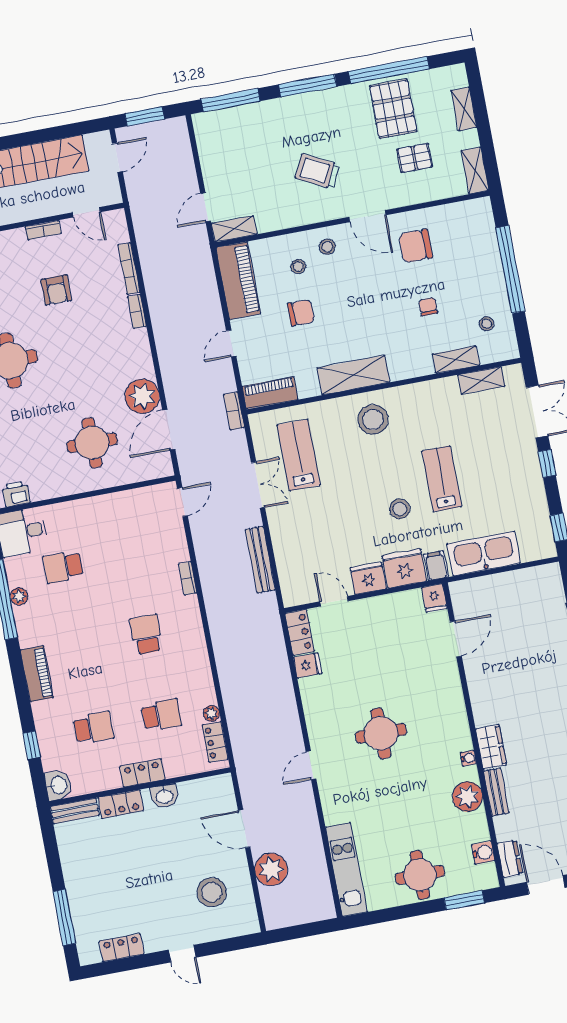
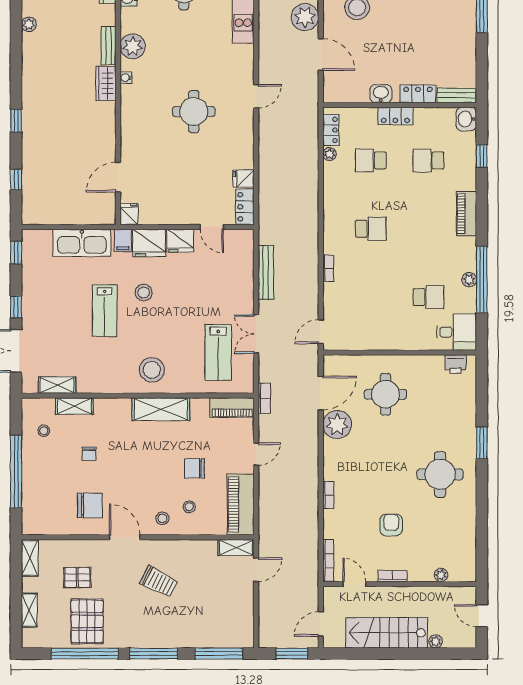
bookcase: (129, 269) -> (328, 561), moved
school desk: (146, 635) -> (371, 229), turned -90

